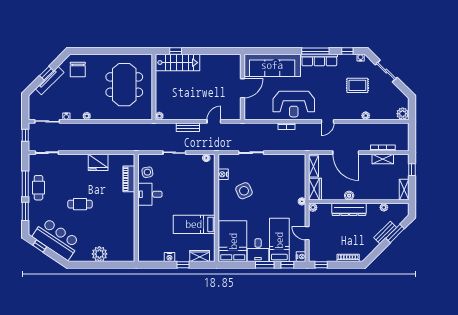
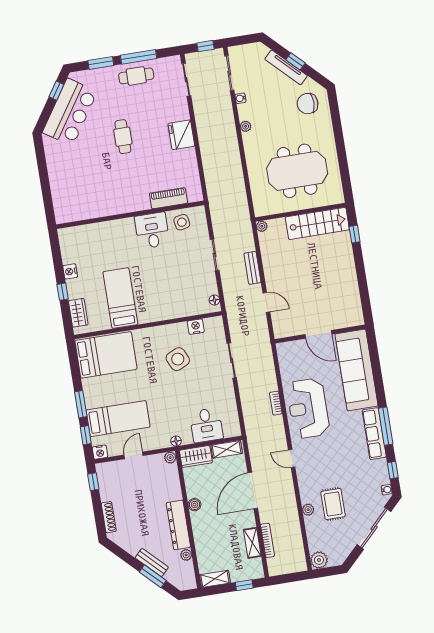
stairs: (178, 63) -> (317, 223), moved, turned -90
sliding door: (386, 71) -> (374, 528), width x1.37
rug: (357, 85) -> (333, 504), moved
fridge: (98, 162) -> (181, 135), moved
dresser: (349, 209) -> (178, 525), moved
desk: (258, 250) -> (206, 425), moved, turned -90
plant: (99, 254) -> (59, 175), removed

